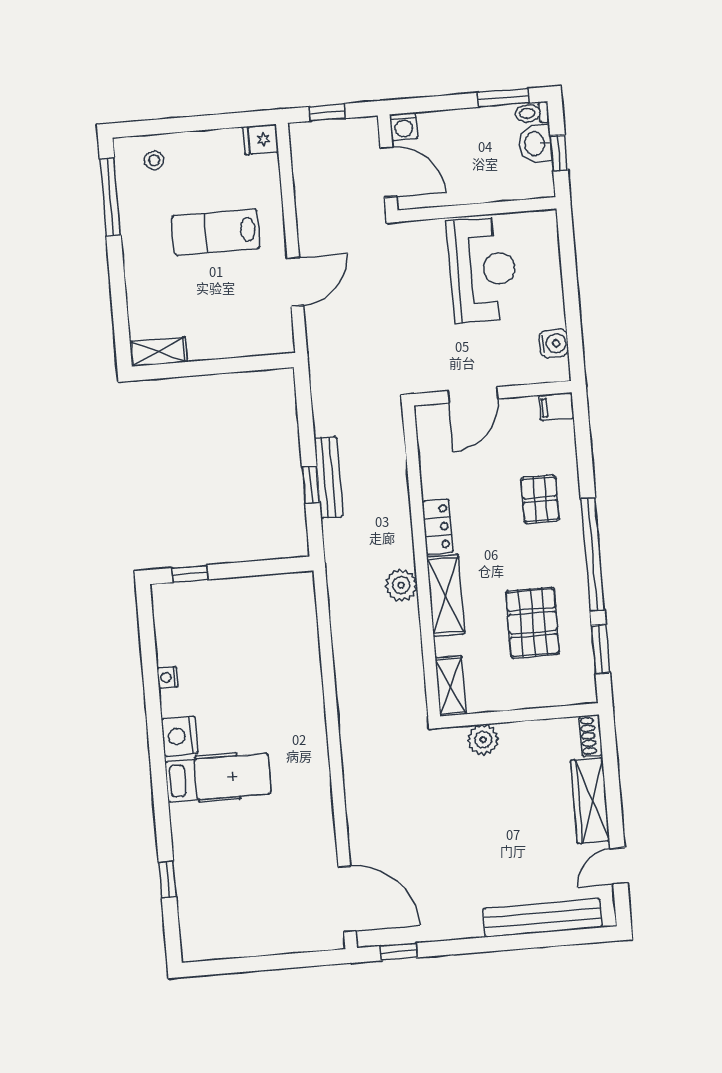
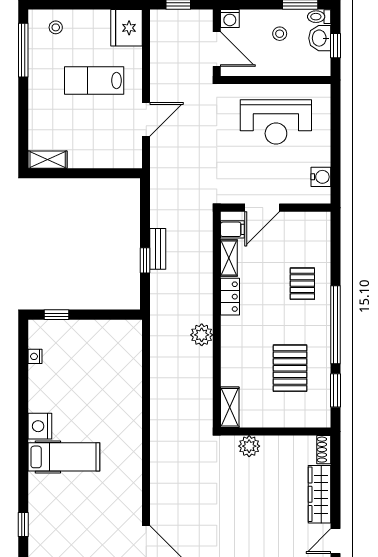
fridge: (261, 139) -> (127, 28), width x1.88, depth x1.34
stool: (477, 142) -> (280, 34), added
reception desk: (482, 270) -> (276, 122), turned 90
filing cabinet: (556, 407) -> (232, 229), moved, turned 180
bench: (329, 477) -> (158, 249), width x0.73
shelving: (446, 595) -> (229, 258), moved, width x0.67, depth x0.75
nightstand: (168, 677) -> (35, 356), moved

